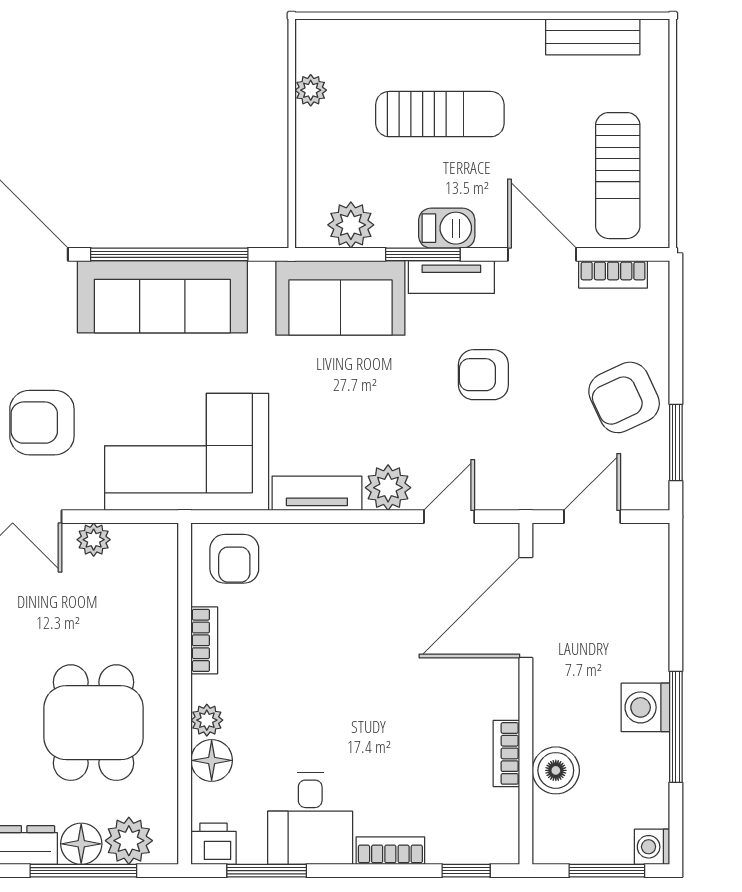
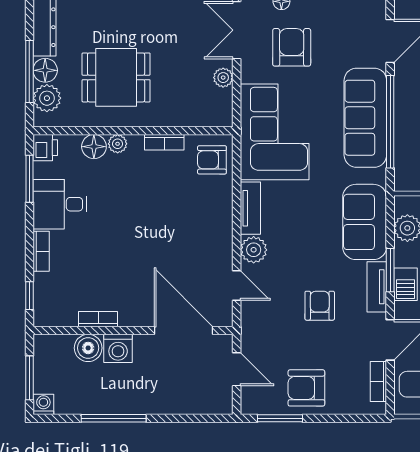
armchair: (624, 397) -> (306, 388), turned -65
washing machine: (645, 707) -> (118, 348), moved, turned 180

